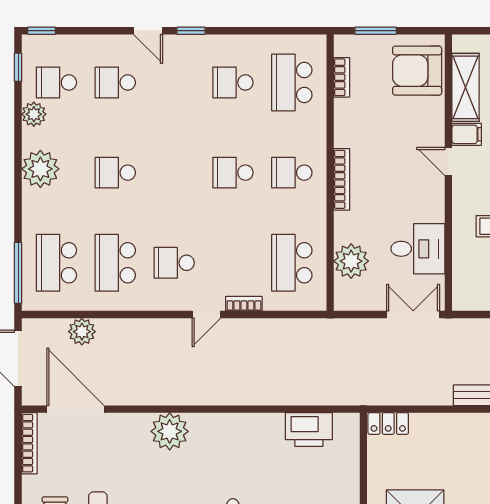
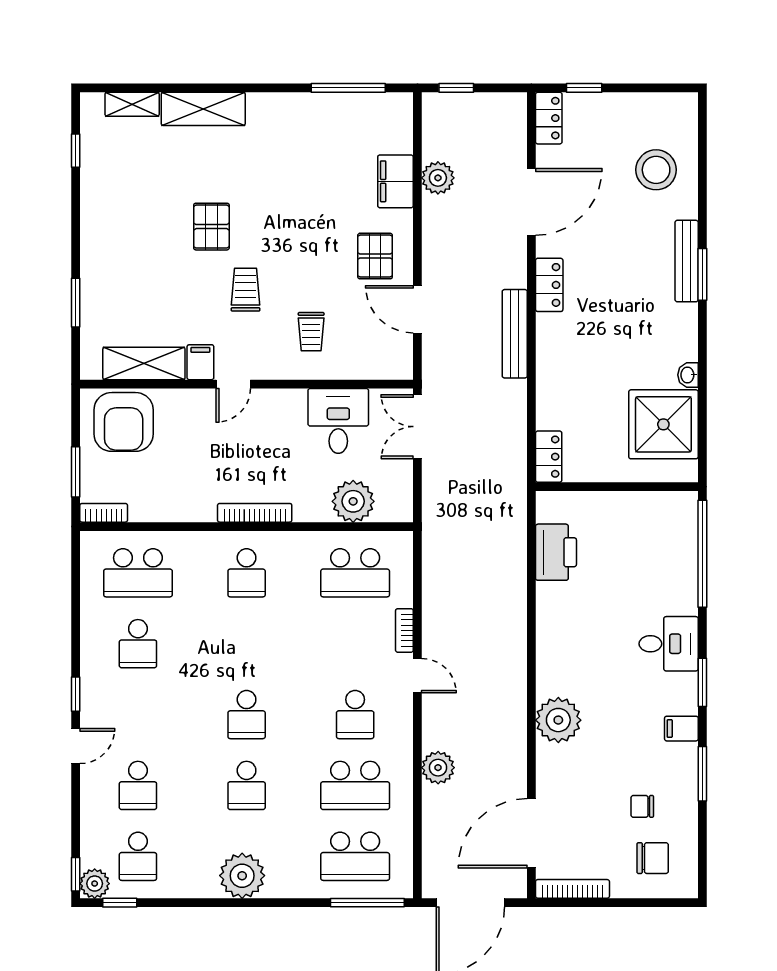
bookcase: (342, 77) -> (104, 513), moved
plant: (34, 114) -> (95, 884), moved
school desk: (233, 173) -> (247, 715), moved
plant: (82, 332) -> (438, 768), moved

